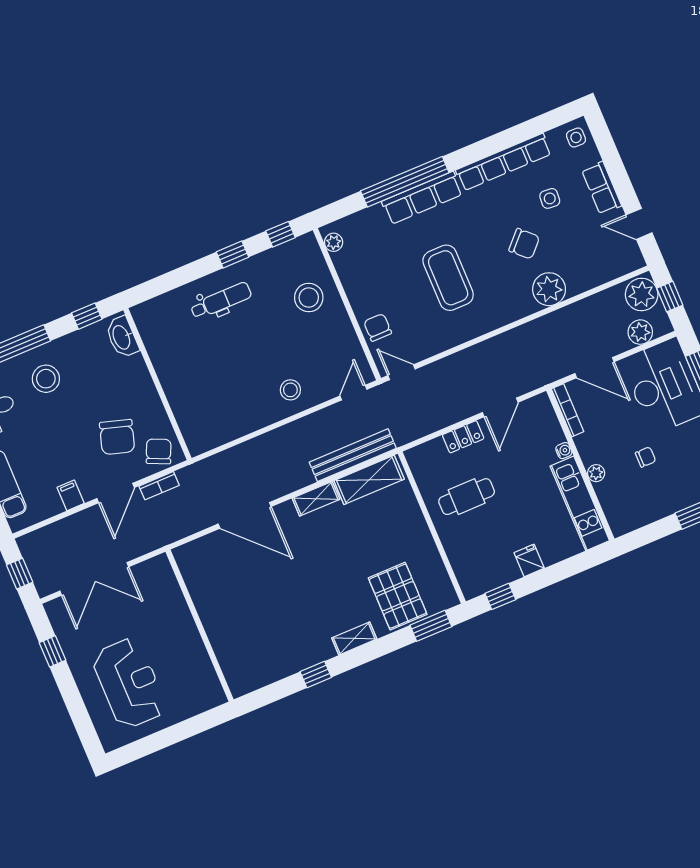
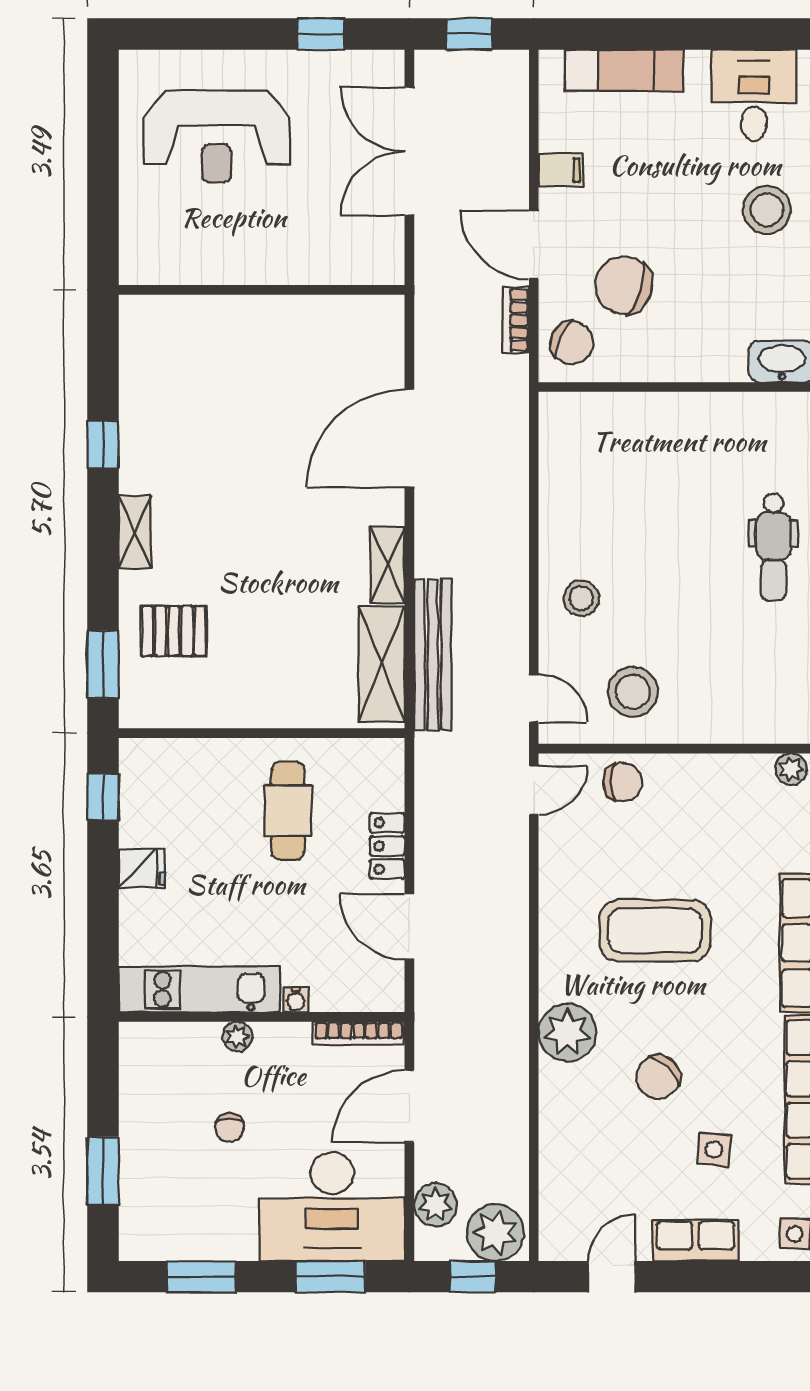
plant: (549, 289) -> (567, 1033), moved
stool: (309, 298) -> (633, 692), moved
pallet: (398, 596) -> (174, 631), width x0.67, depth x0.71

